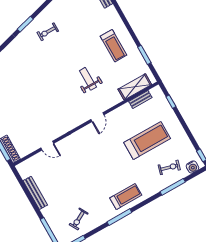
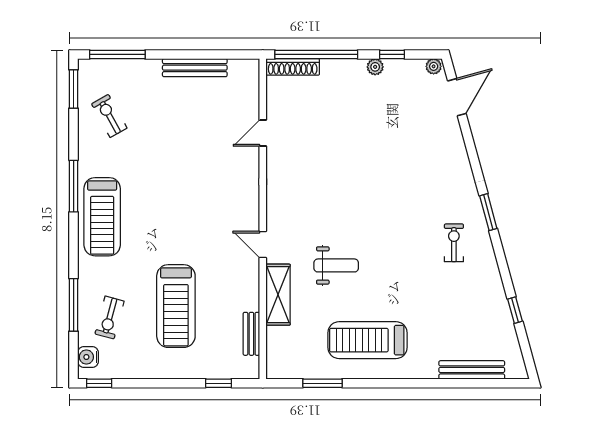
treadmill: (114, 46) -> (368, 340), width x1.37, depth x1.38
shelving: (135, 87) -> (278, 295), moved
treadmill: (126, 196) -> (102, 217), width x1.37, depth x1.38

